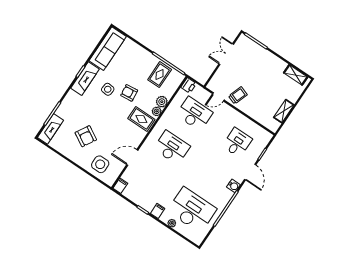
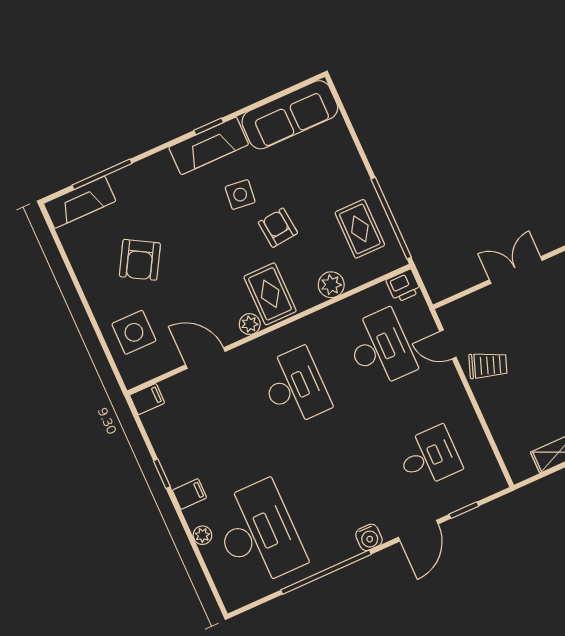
rug: (160, 75) -> (360, 229), turned 90
plant: (157, 111) -> (250, 324), moved

